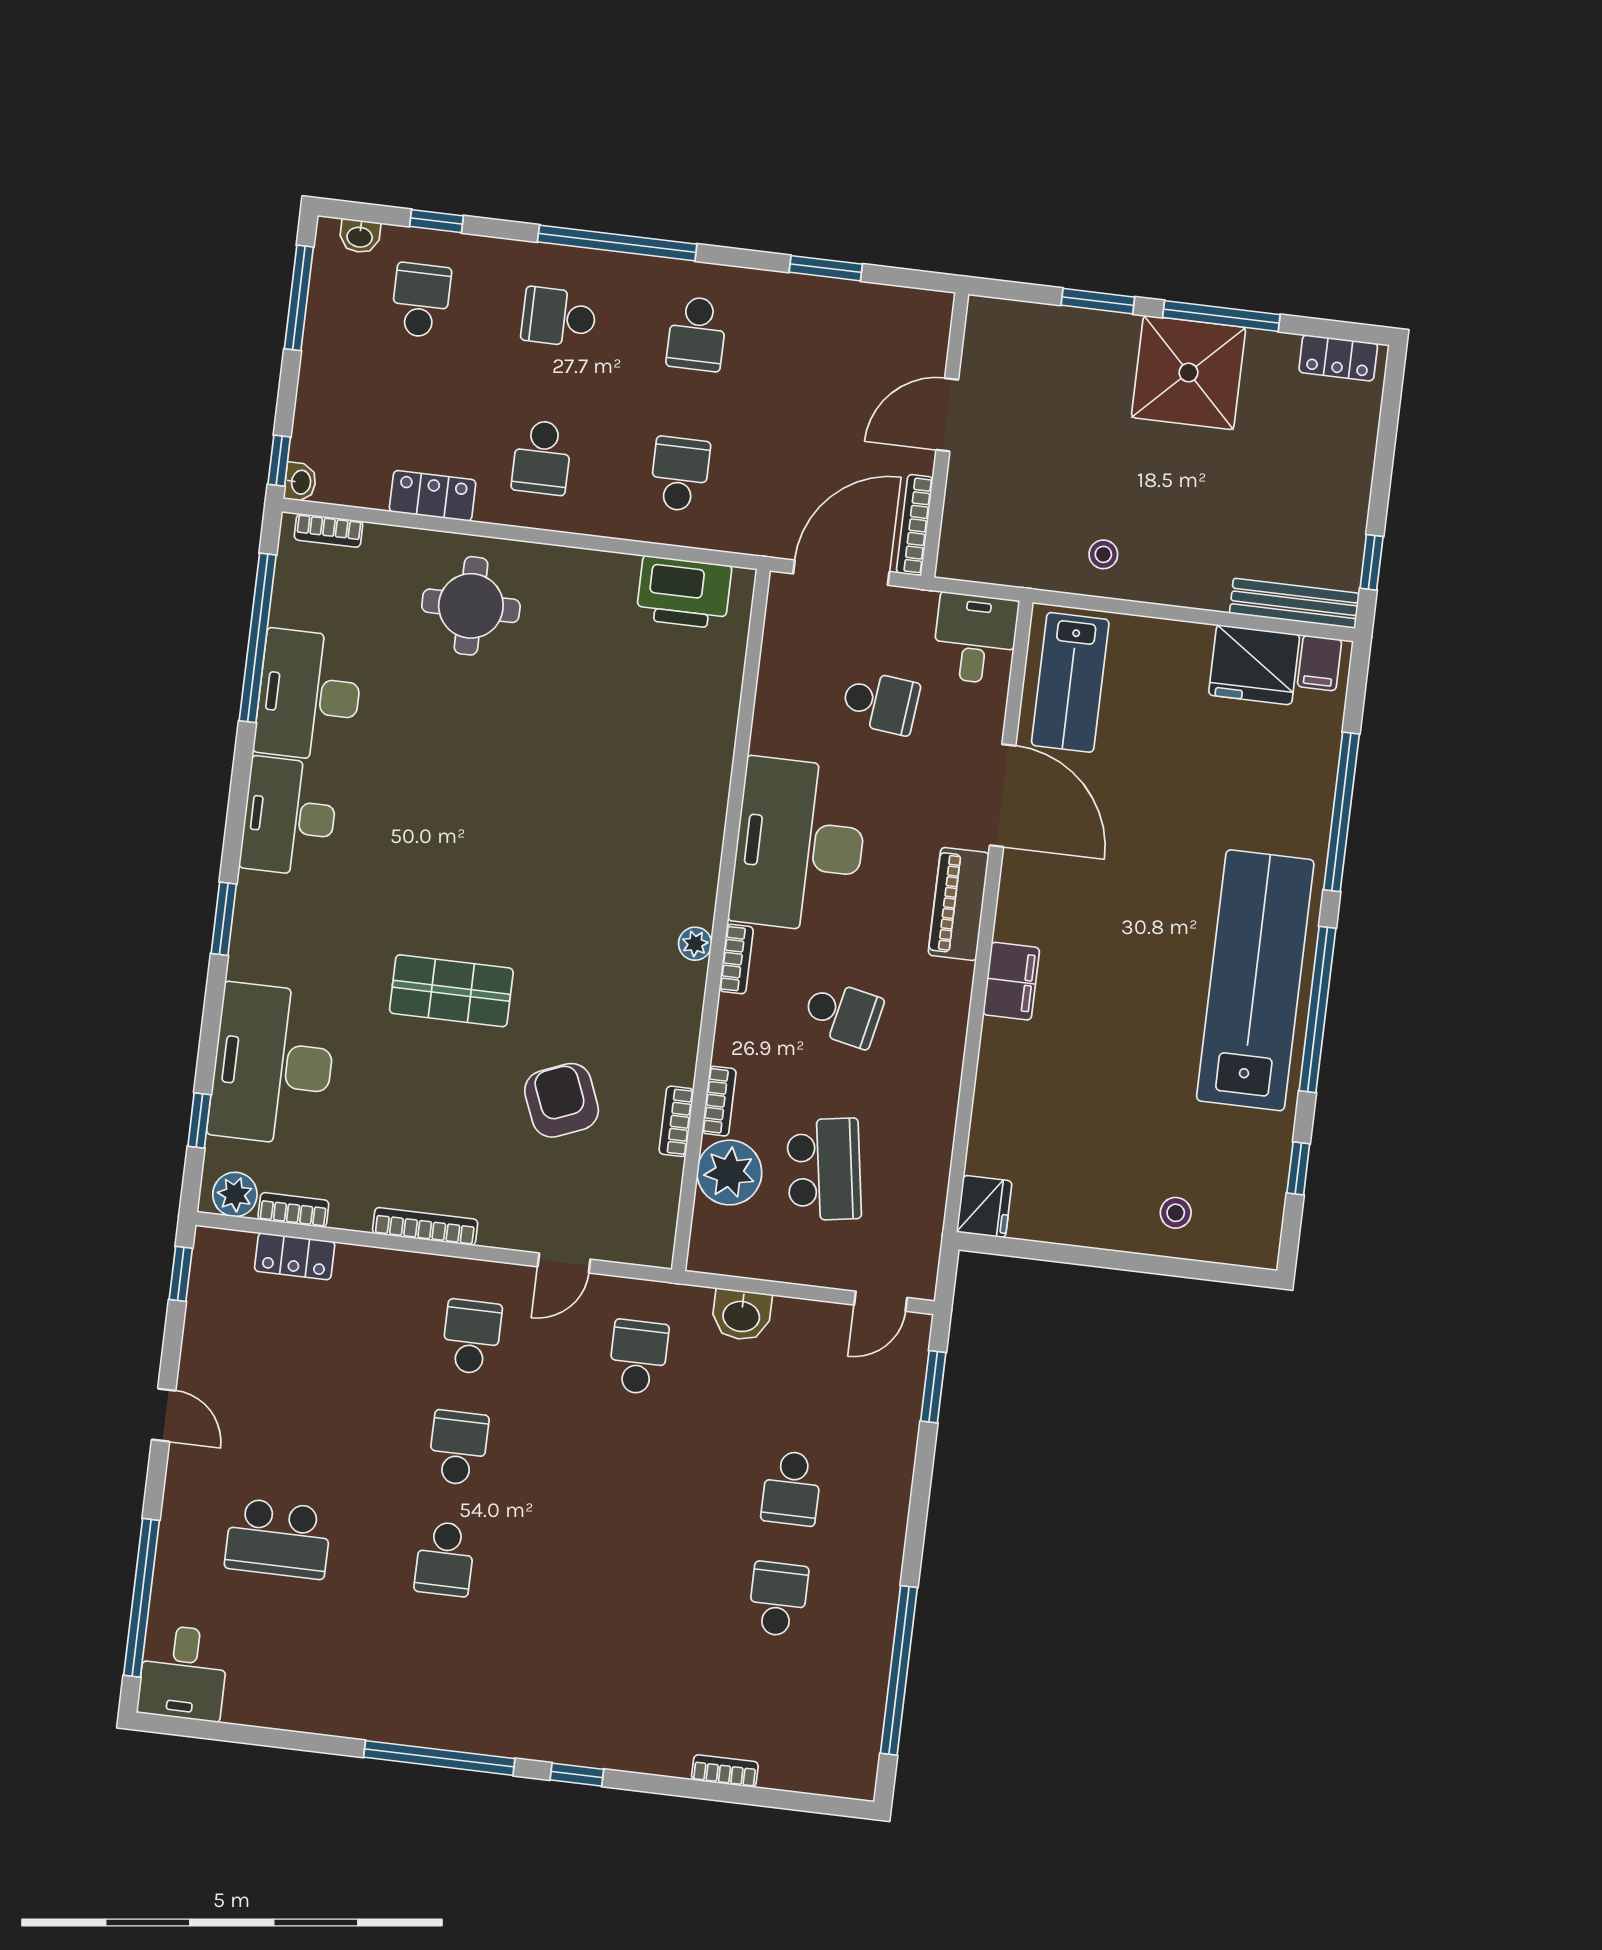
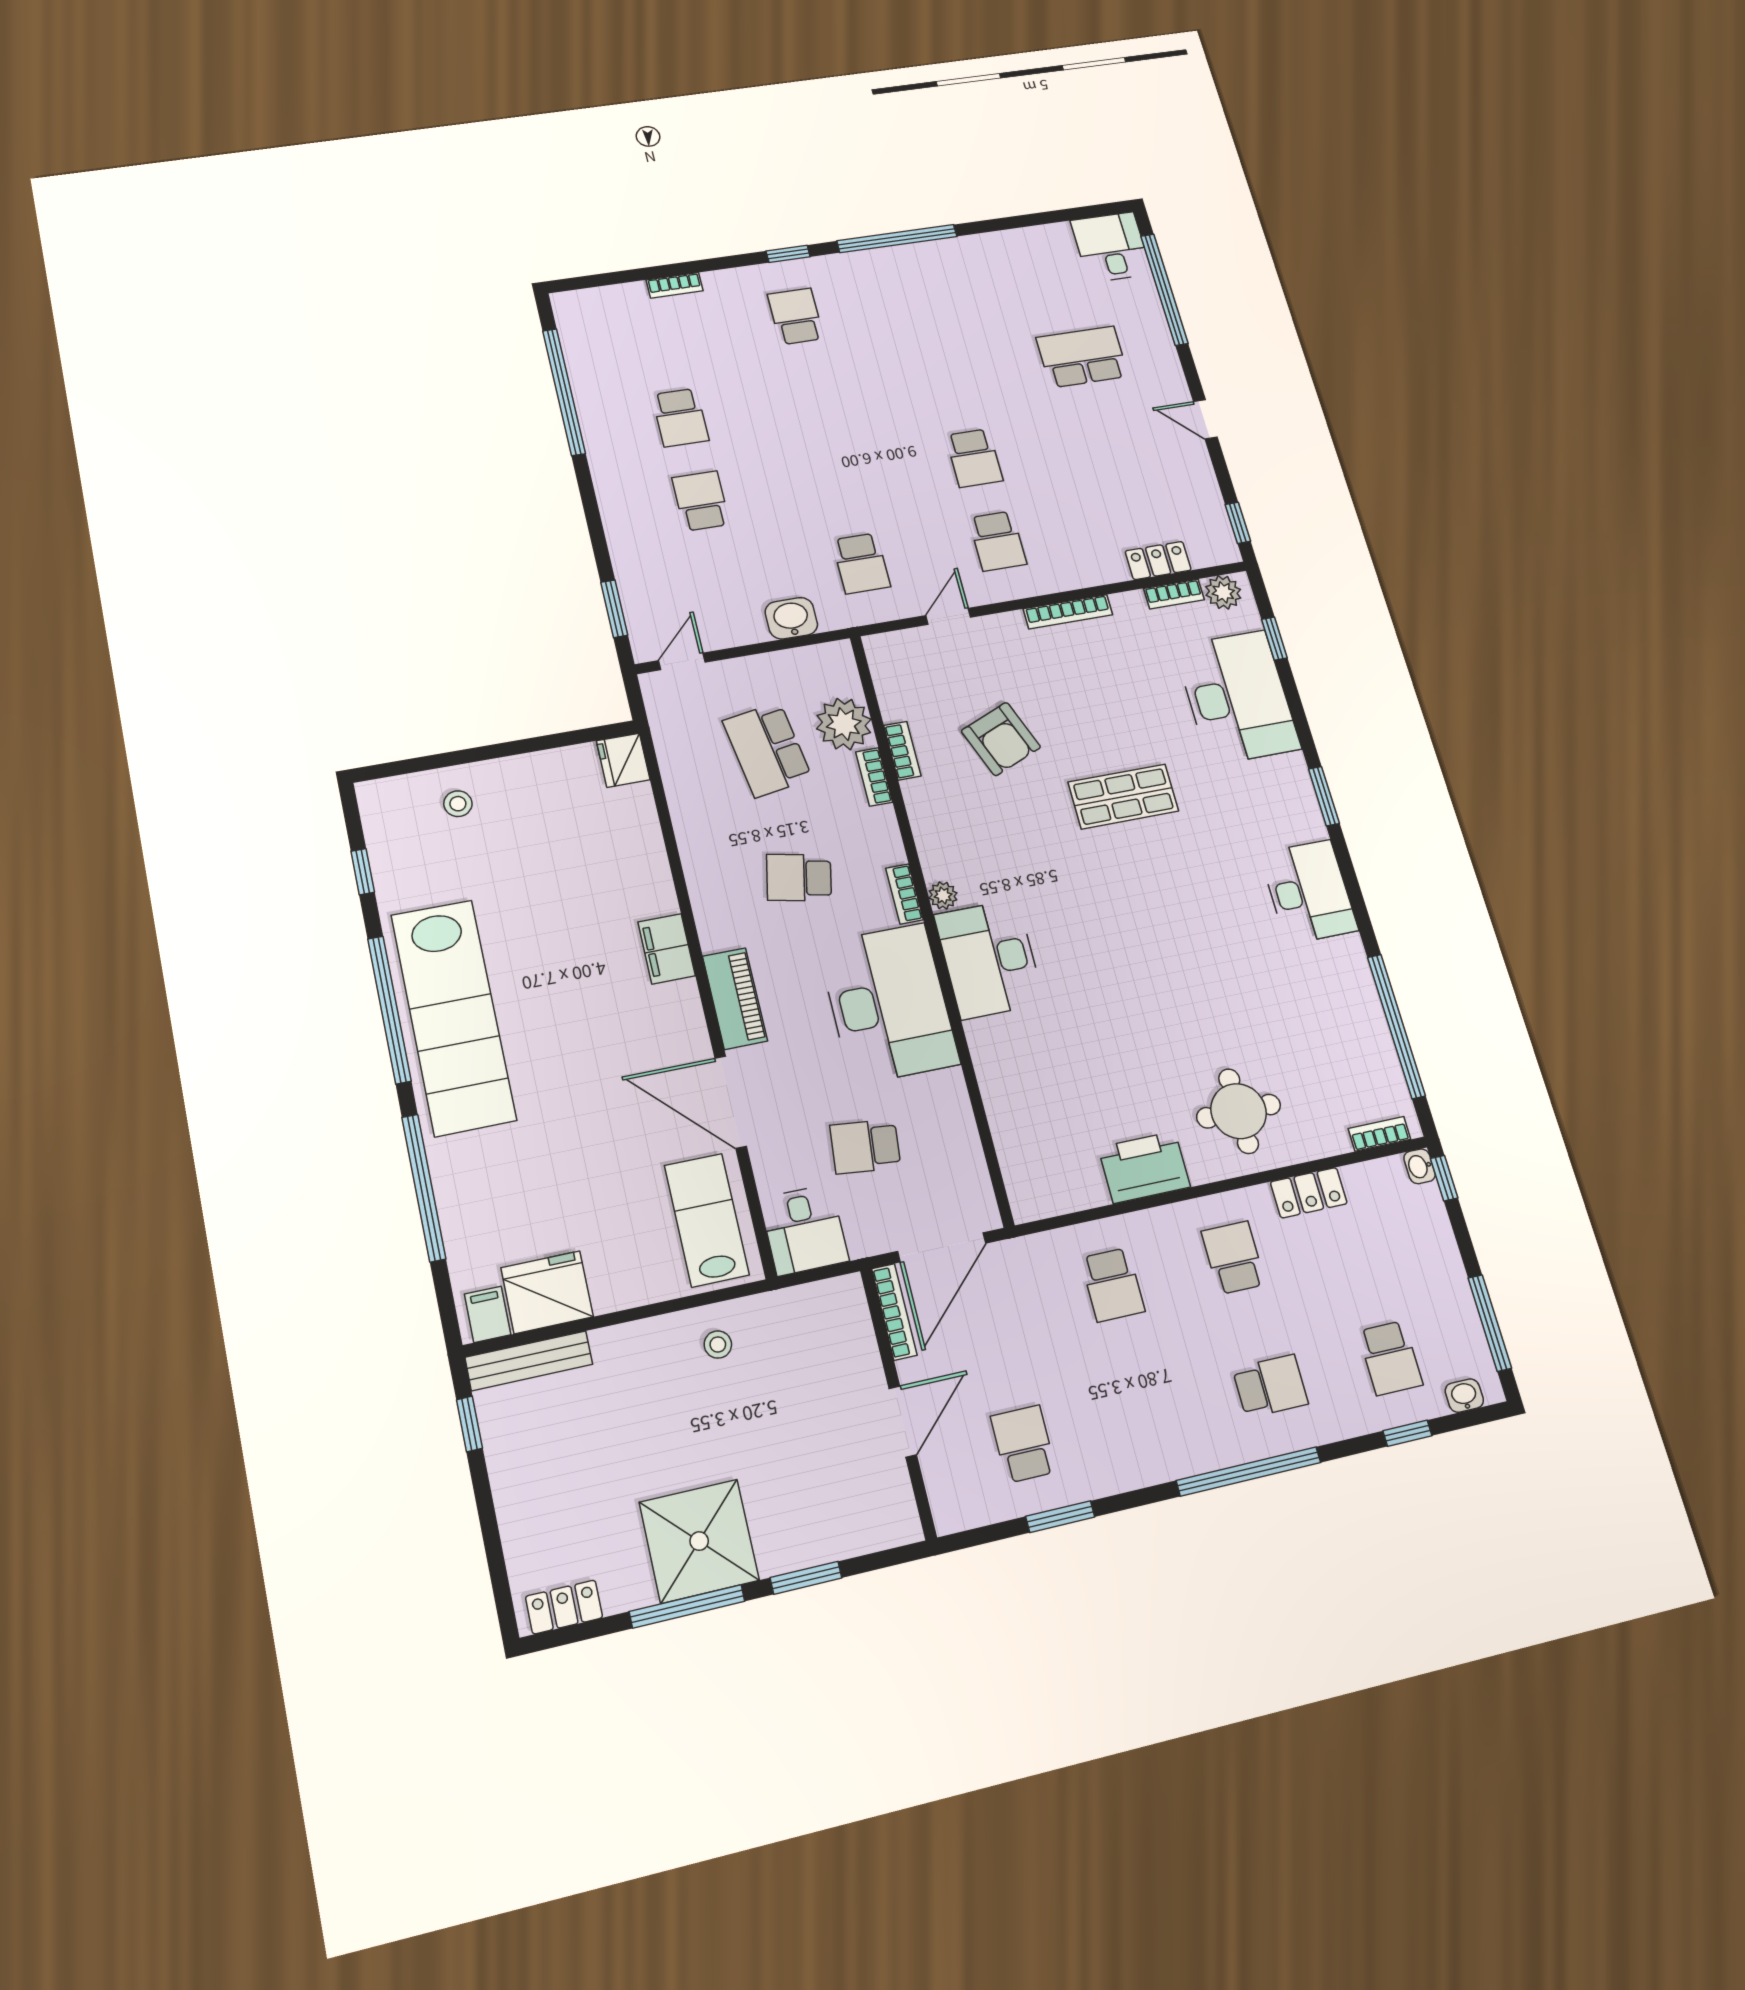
school desk: (697, 334) -> (1023, 1444), moved
printer: (684, 592) -> (1144, 1167), moved
desk: (309, 695) -> (989, 959), moved, turned 180
school desk: (445, 1559) -> (796, 316), moved

